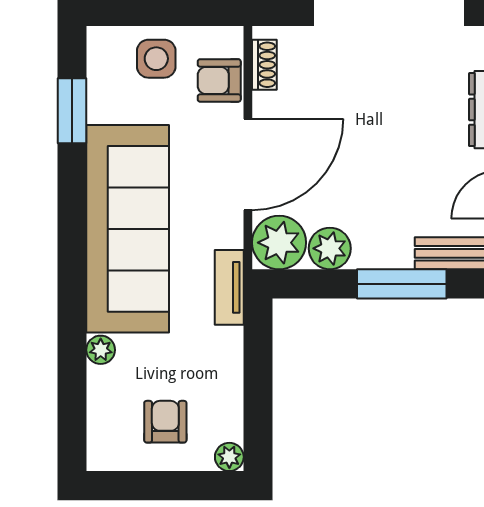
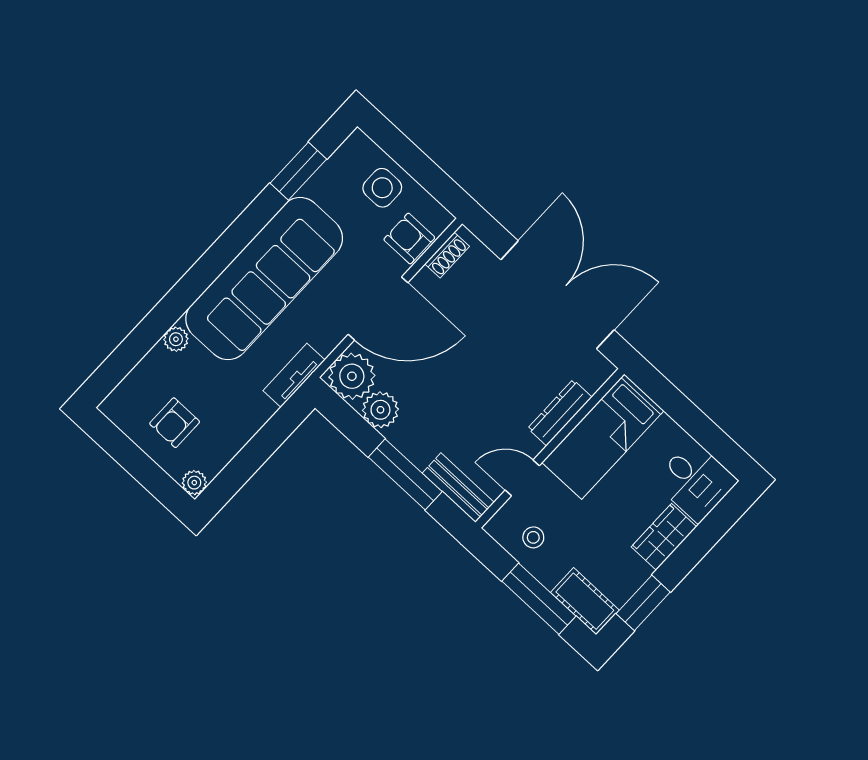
armchair: (165, 422) -> (175, 423), turned 180

